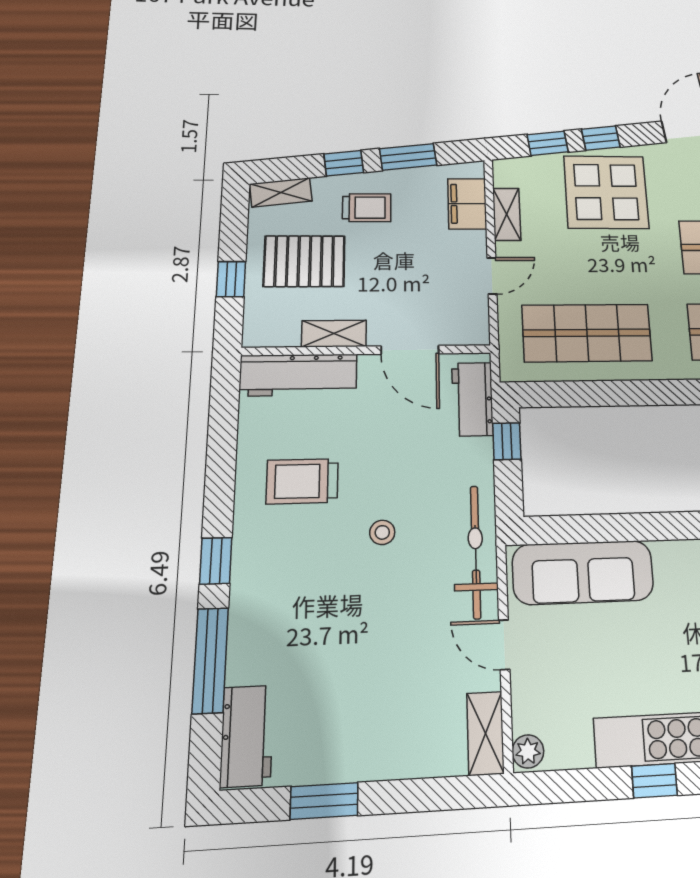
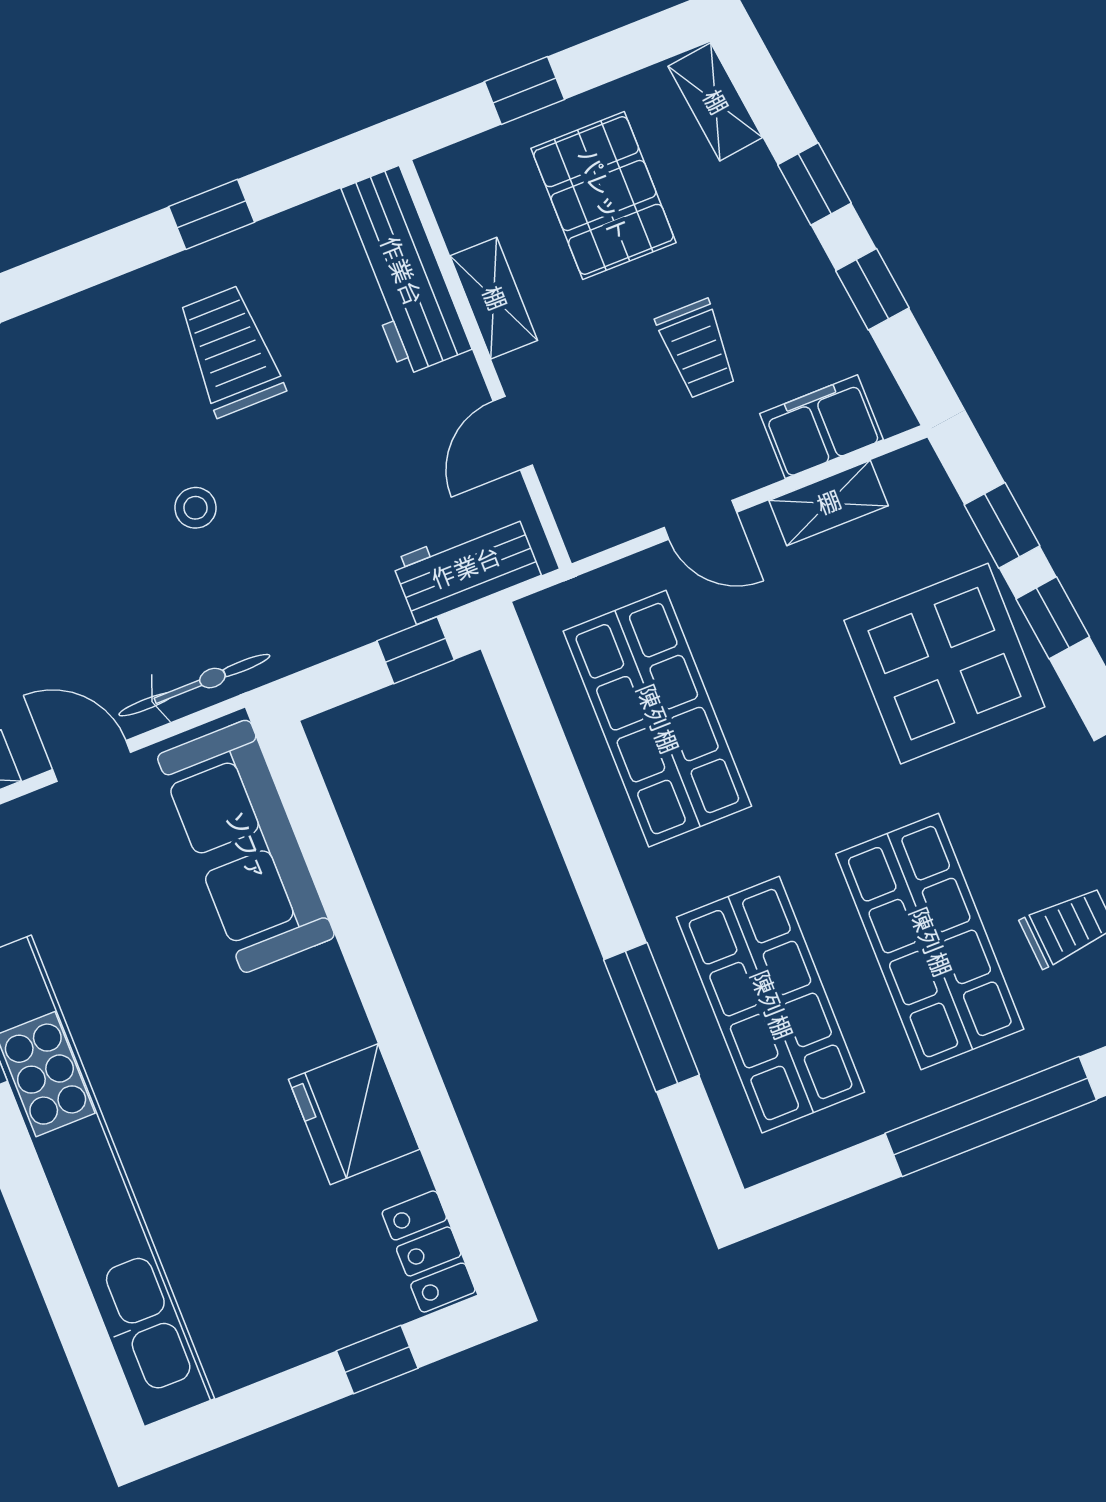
window: (408, 157) -> (872, 289), width x0.67
trolley: (367, 208) -> (697, 349), moved
door: (410, 350) -> (513, 433), width x0.73
bicycle: (476, 551) -> (194, 685), width x0.73, depth x0.71
window: (216, 561) -> (212, 214), moved
door: (504, 645) -> (92, 761), hinge flipped

